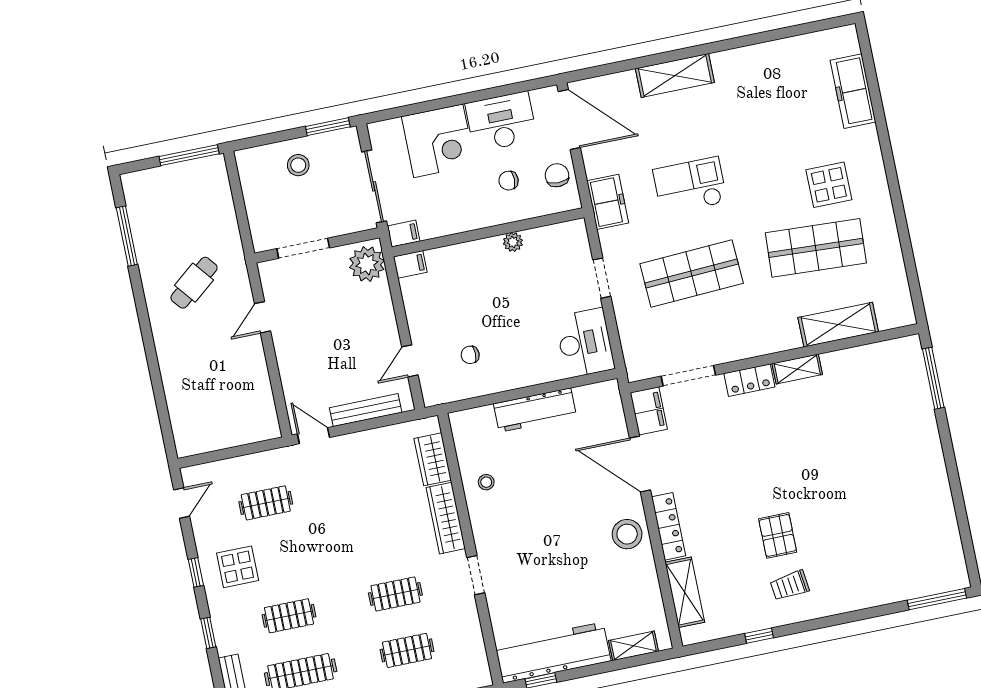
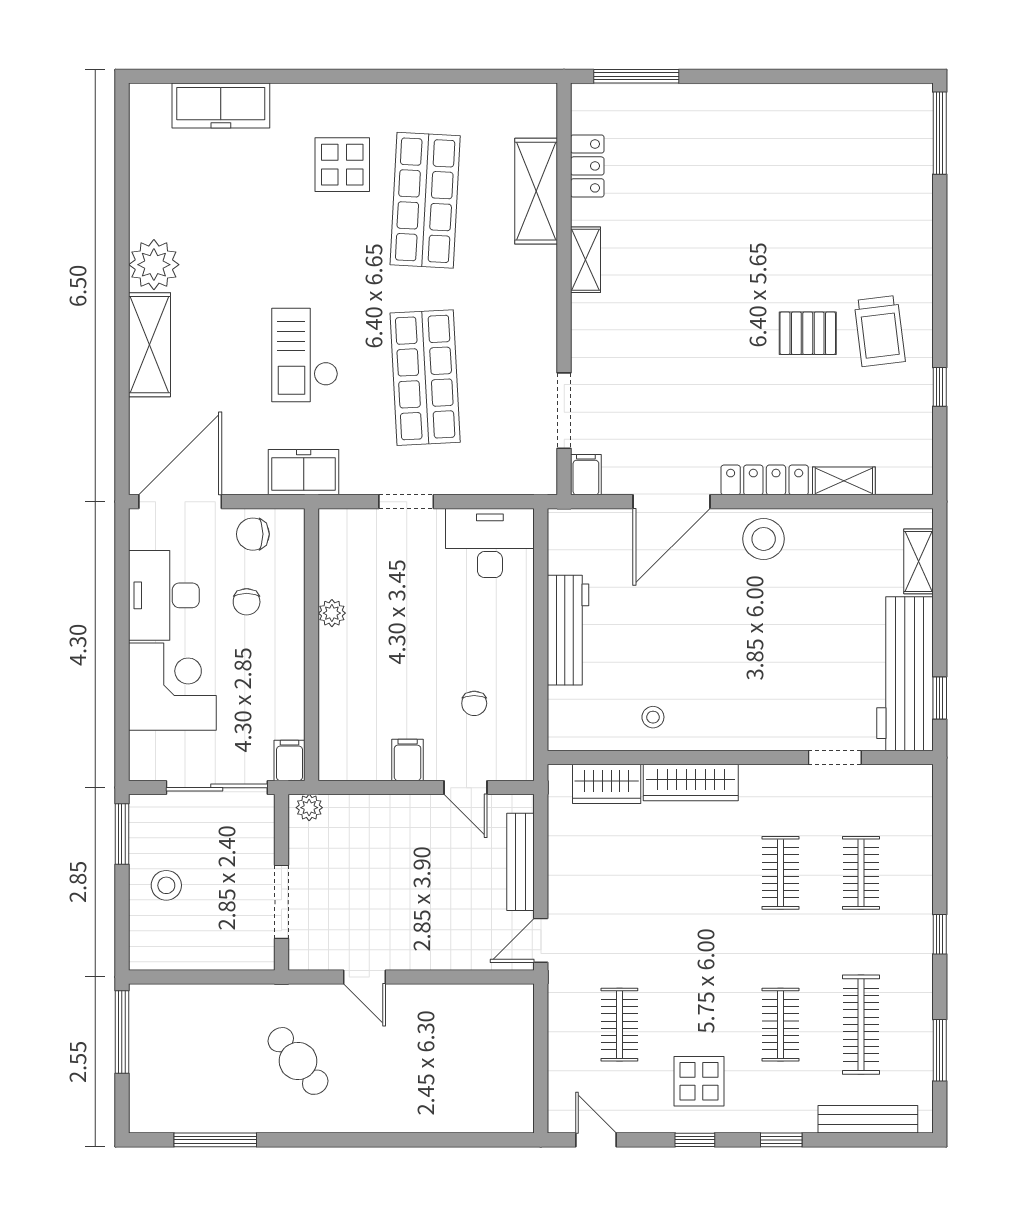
plant: (732, 67) -> (154, 265), added
plant: (367, 264) -> (309, 808), width x0.53, depth x0.53
filing cabinet: (410, 264) -> (408, 760), moved
locker: (749, 380) -> (587, 166), moved
filing cabinet: (649, 411) -> (586, 475), width x0.50
doorway: (476, 575) -> (835, 758), moved
trolley: (790, 586) -> (880, 331), width x1.36, depth x1.39
shelving: (685, 592) -> (844, 481), width x0.67, depth x0.75

